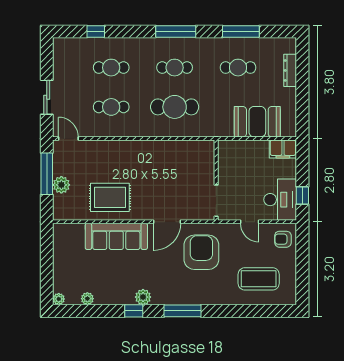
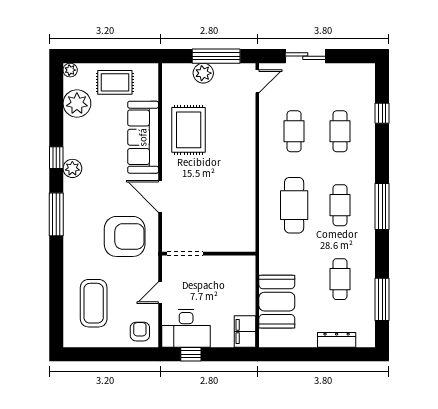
window: (241, 32) -> (382, 299), moved
rug: (69, 261) -> (115, 82), added
plant: (87, 299) -> (77, 103), width x1.88, depth x1.88

